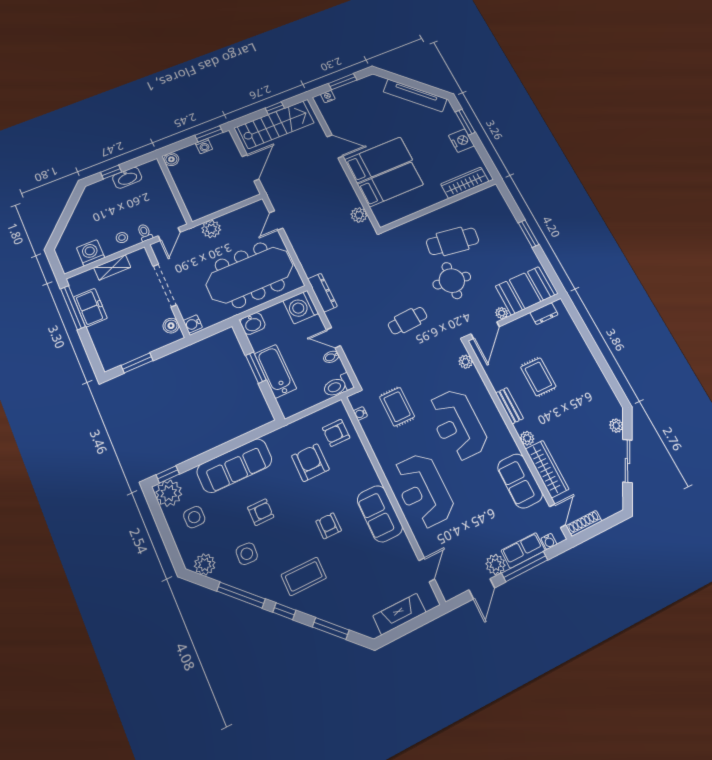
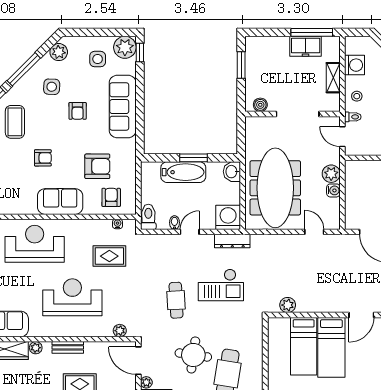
checkout: (371, 285) -> (221, 285), added
water cooler: (193, 324) -> (333, 190), moved, turned 90
sofa: (380, 514) -> (60, 201), moved

